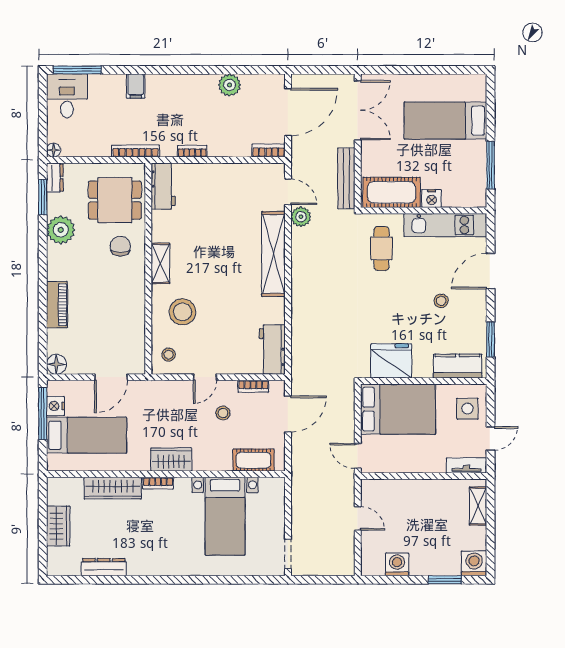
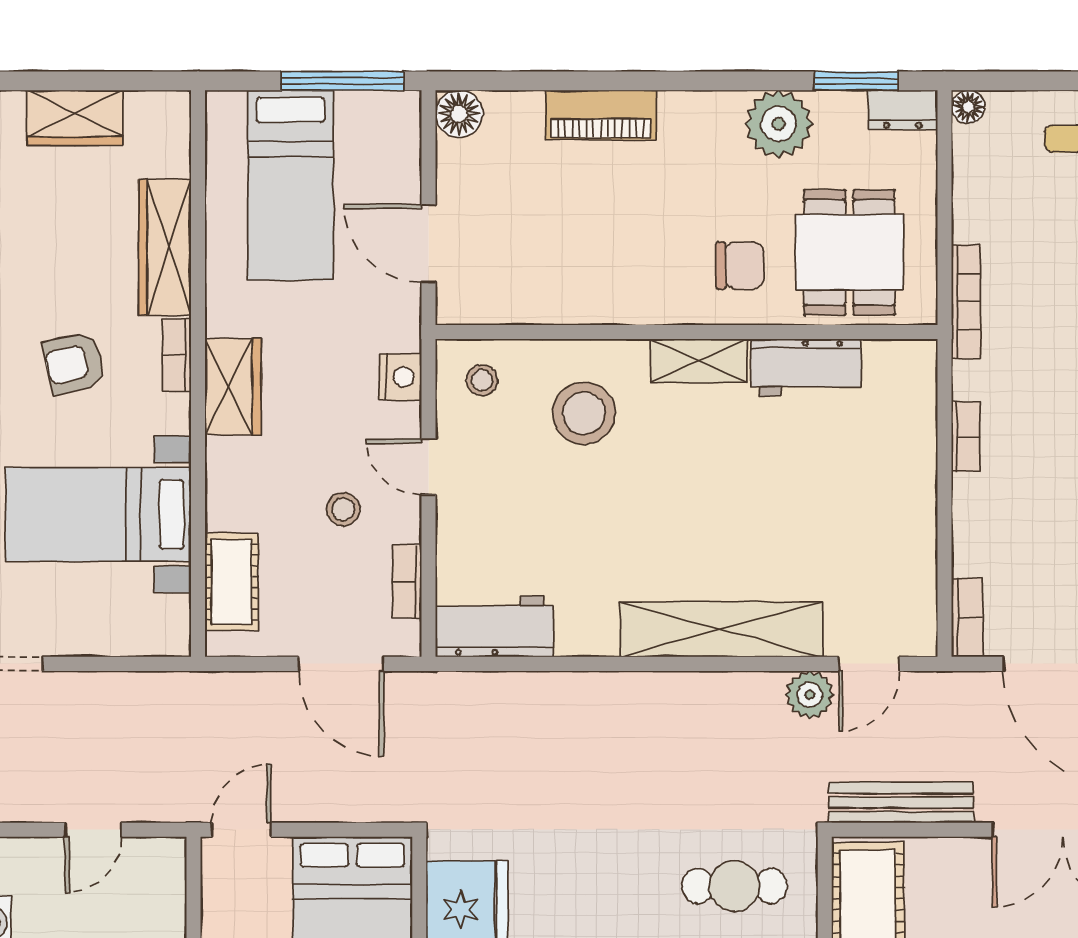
workbench: (163, 186) -> (806, 367), moved
nightstand: (55, 406) -> (400, 377), moved, turned 90
armchair: (161, 526) -> (74, 363), added

